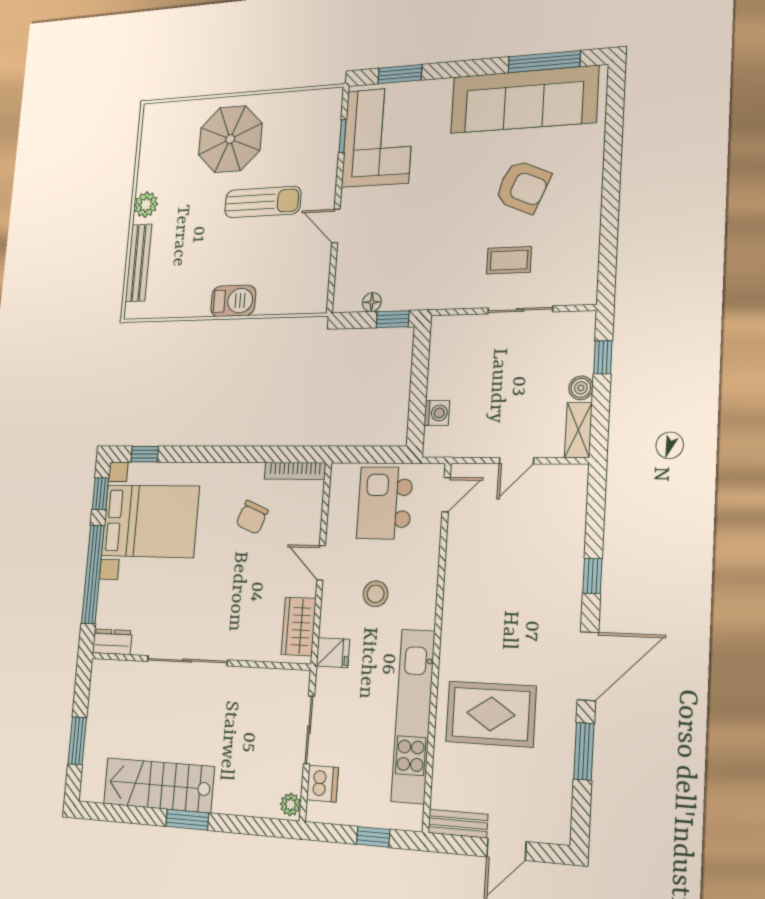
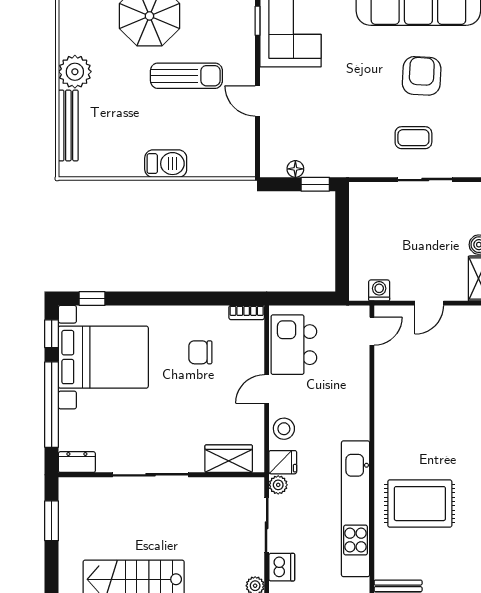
armchair: (523, 187) -> (422, 76), turned -110
plant: (146, 205) -> (75, 72), width x1.36, depth x1.36
washing machine: (437, 413) -> (379, 290), moved, turned -90
bookcase: (295, 471) -> (247, 313), width x0.64
kitchen island: (385, 503) -> (294, 345), moved
chair: (252, 517) -> (200, 352), turned 68
door: (321, 563) -> (267, 389), hinge flipped
stool: (376, 594) -> (284, 429), moved
wardrobe: (299, 626) -> (229, 459), moved, turned 90
plant: (326, 681) -> (278, 485), added
window: (77, 741) -> (52, 521), moved

